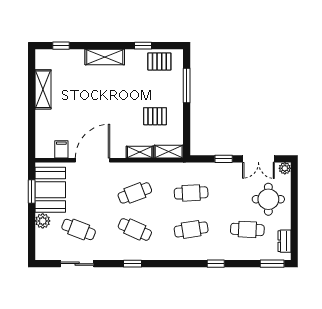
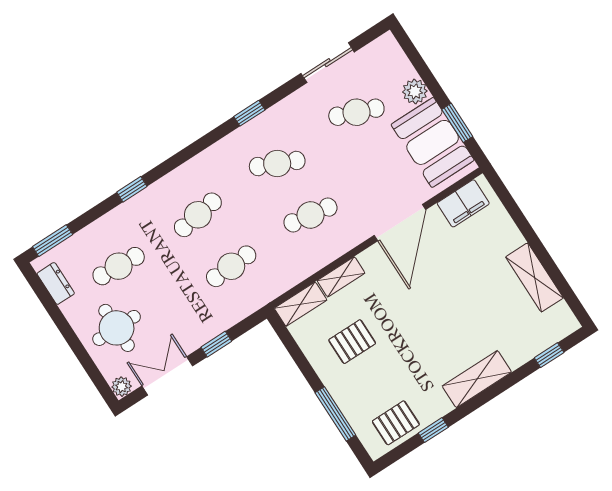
filing cabinet: (61, 149) -> (463, 203), width x2.00
cafe table: (135, 193) -> (310, 215), turned 30

